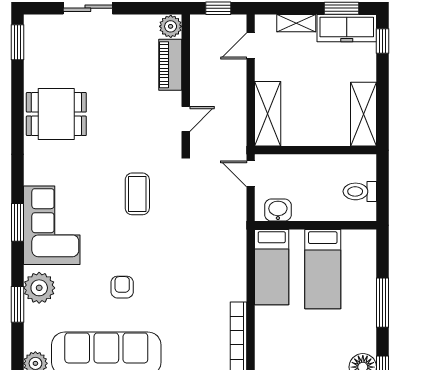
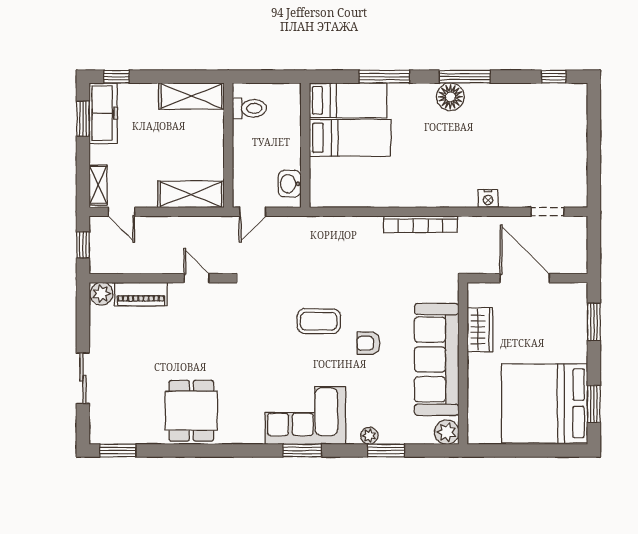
shelving: (296, 23) -> (98, 185), moved
toilet: (360, 191) -> (249, 108), moved, turned -90
coffee table: (137, 194) -> (319, 321), moved
bed: (272, 267) -> (348, 100), moved
plant: (39, 288) -> (369, 436), width x0.53, depth x0.53

